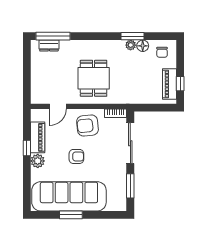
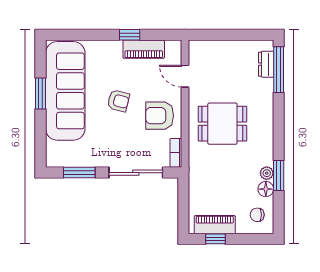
armchair: (88, 126) -> (160, 116), turned -84
armchair: (76, 156) -> (118, 101), turned -76
plant: (38, 161) -> (112, 49), removed

